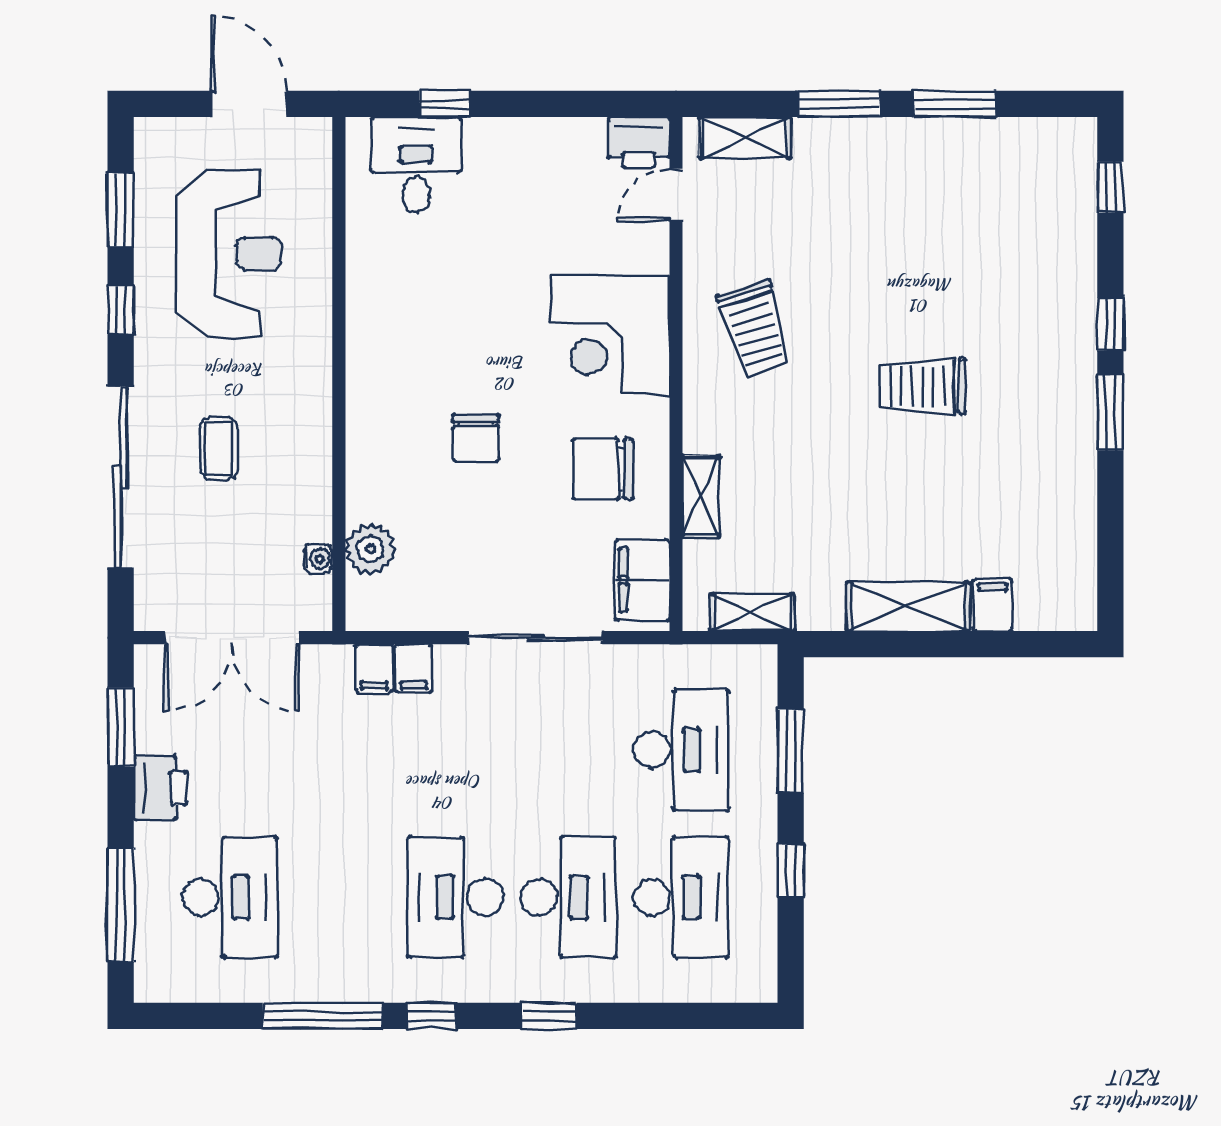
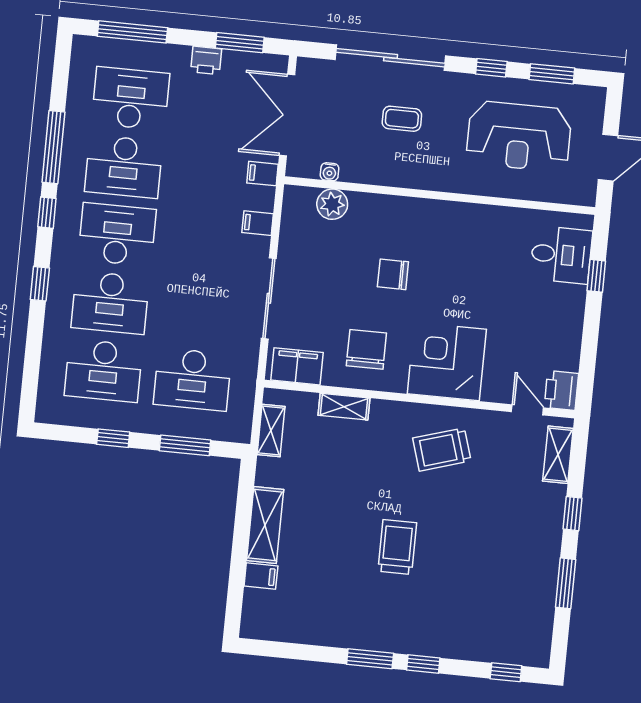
window: (839, 104) -> (573, 514), width x0.67
filing cabinet: (374, 668) -> (263, 174), moved
printer: (160, 788) -> (206, 60), width x0.73, depth x0.81
desk: (230, 897) -> (131, 98), turned 180
desk: (343, 897) -> (124, 166), added

